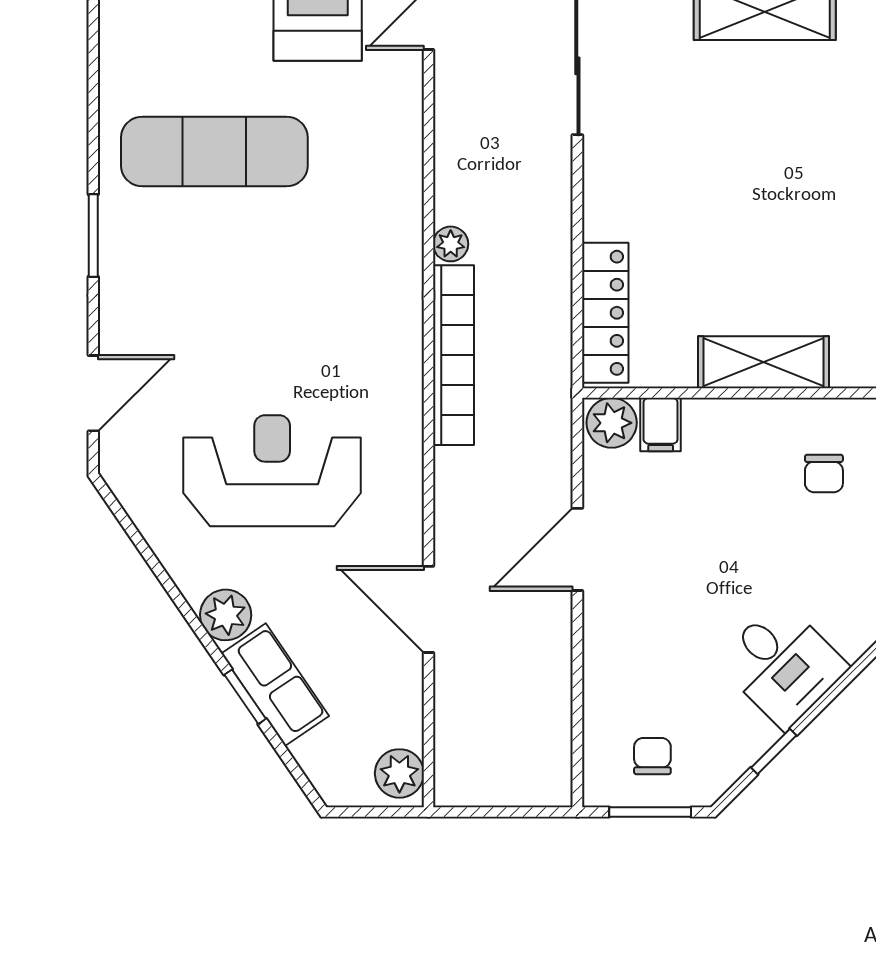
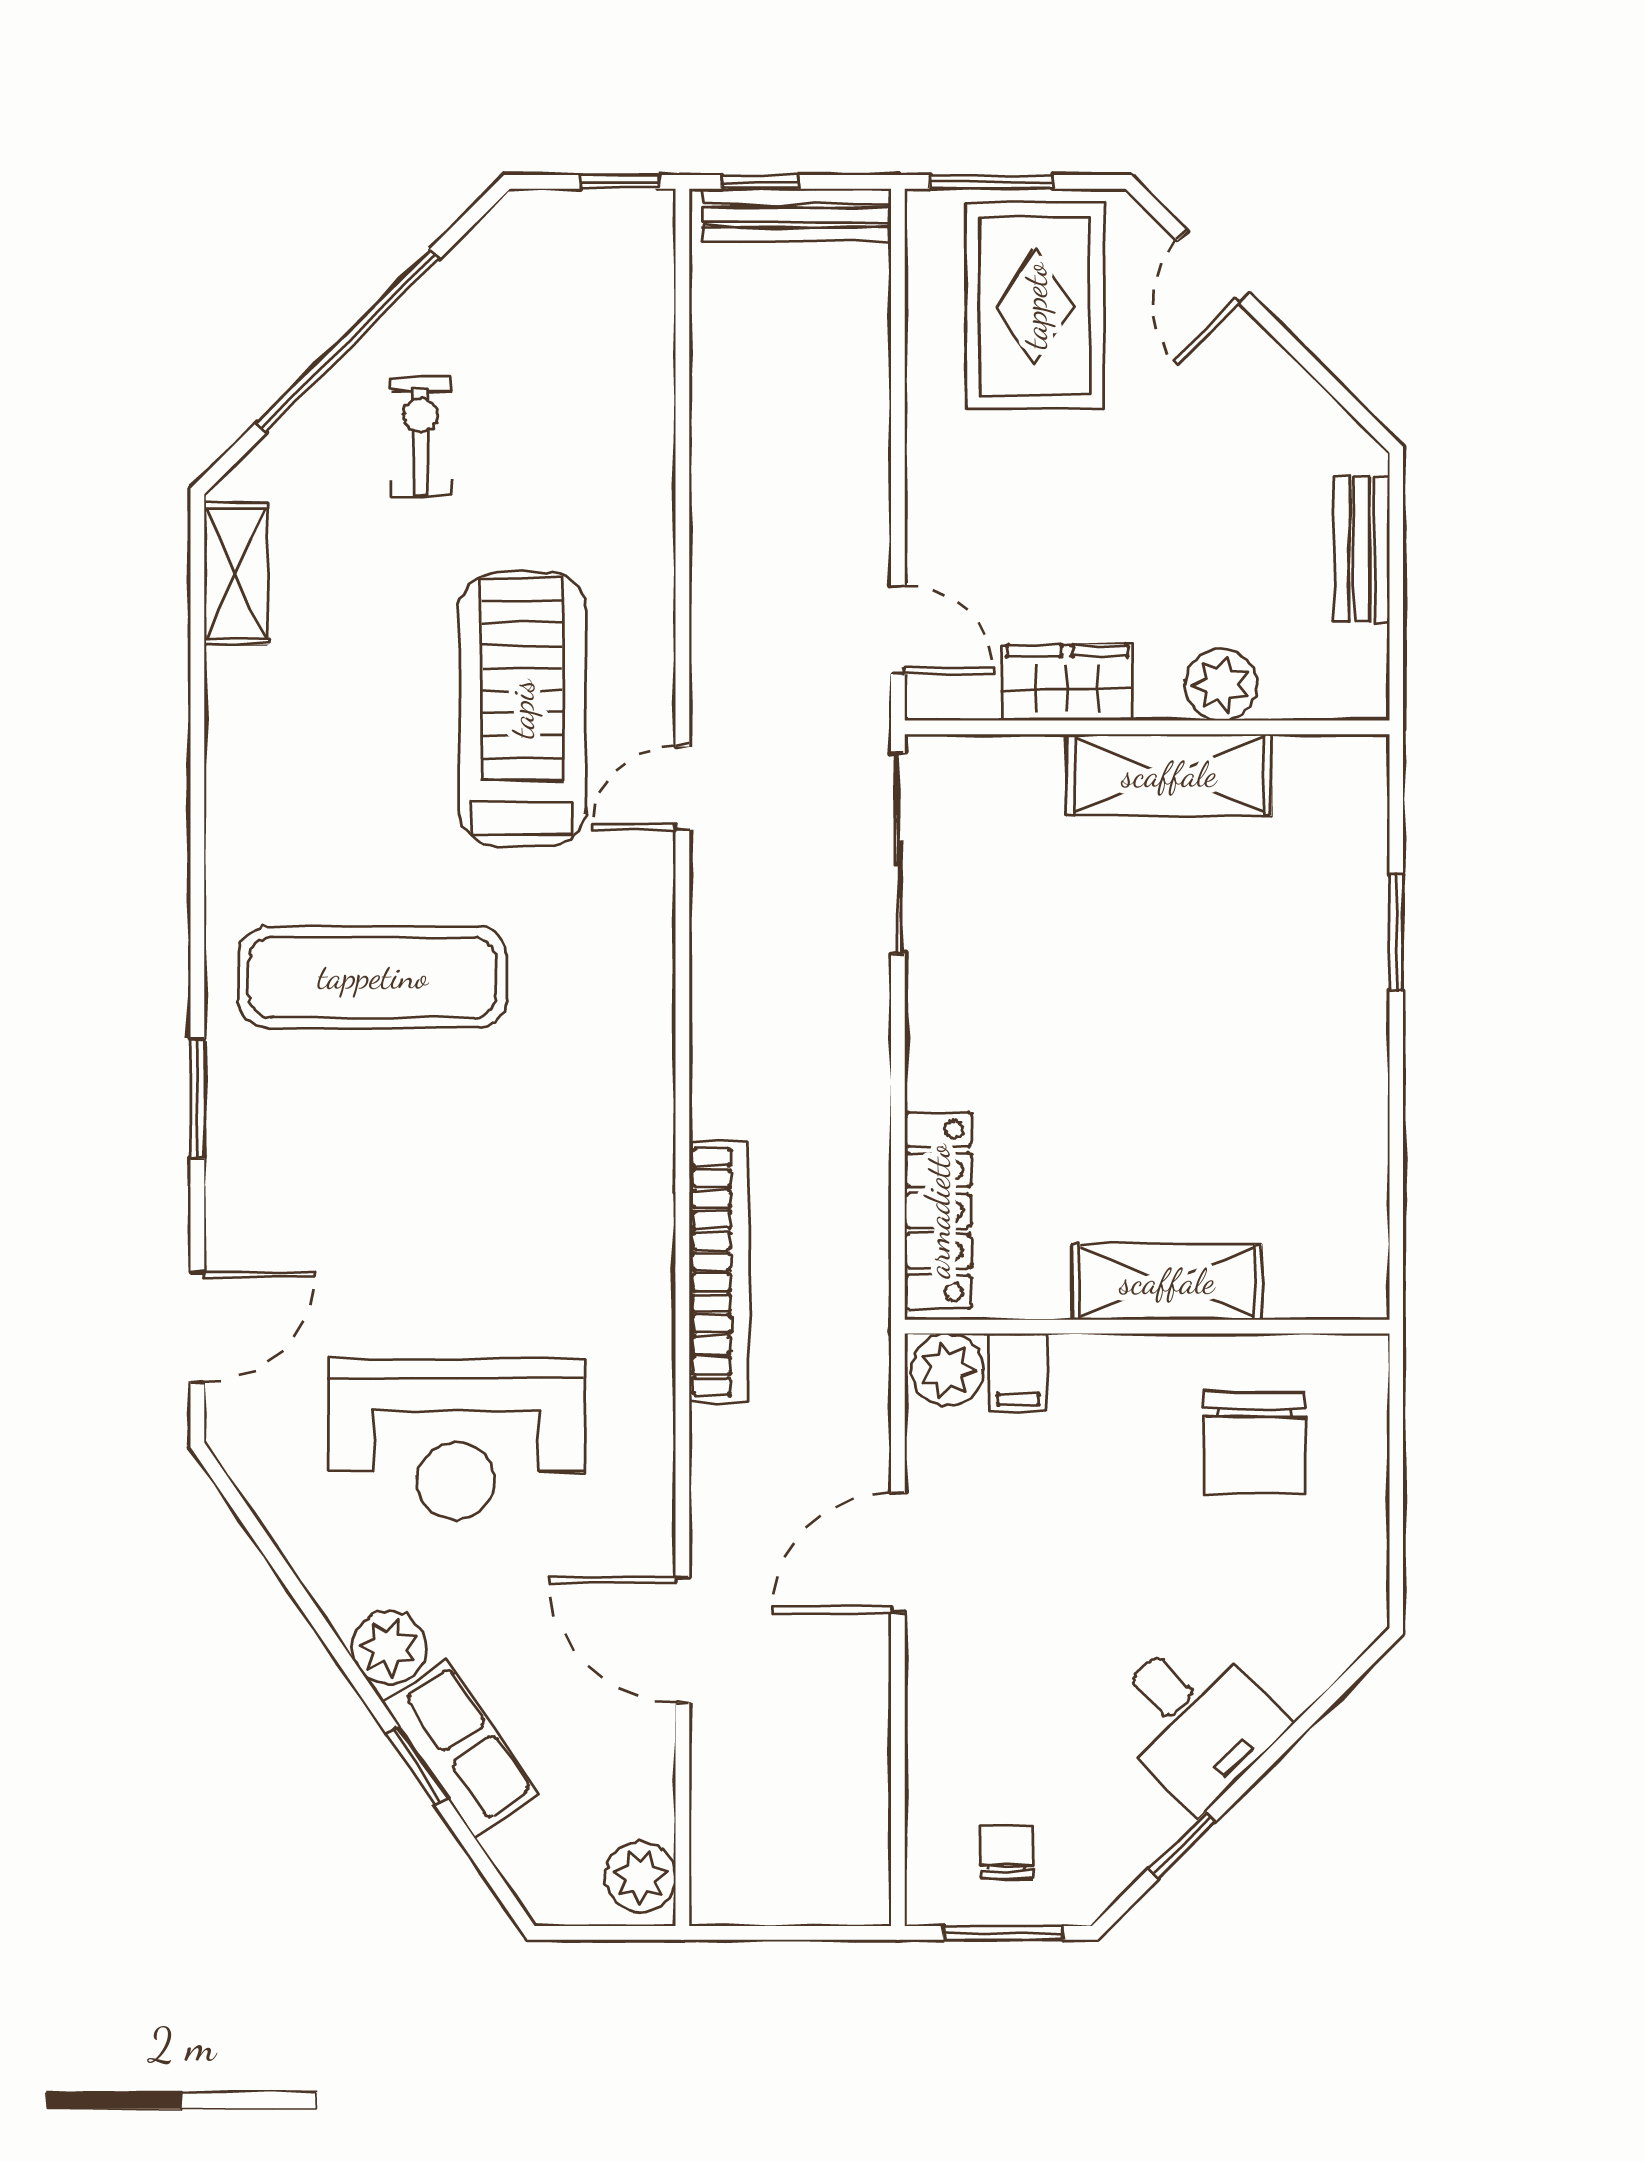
plant: (451, 244) -> (714, 1111), removed
reception desk: (272, 471) -> (456, 1439), turned 180
chair: (824, 474) -> (1255, 1443), width x1.87, depth x1.87

